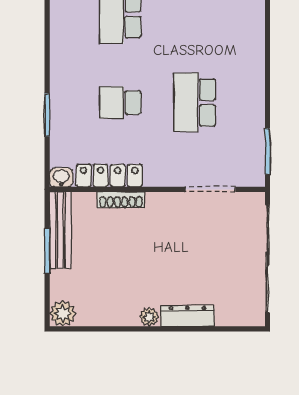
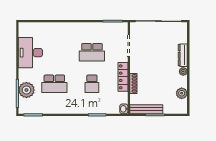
locker: (109, 176) -> (123, 77), moved
plant: (63, 313) -> (182, 93), moved

